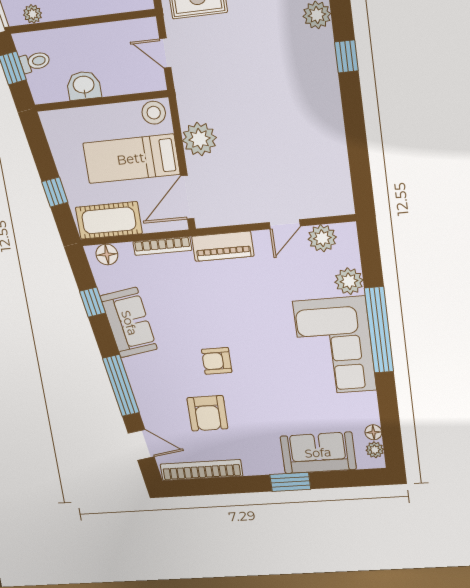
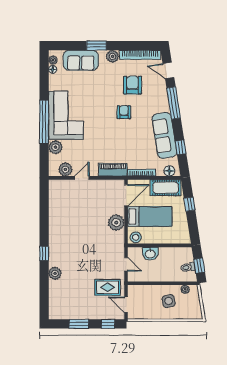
washbasin: (84, 85) -> (150, 254), moved
sofa: (129, 323) -> (164, 135), width x1.36
armchair: (217, 361) -> (124, 112), turned -90
plant: (255, 464) -> (112, 56), added

